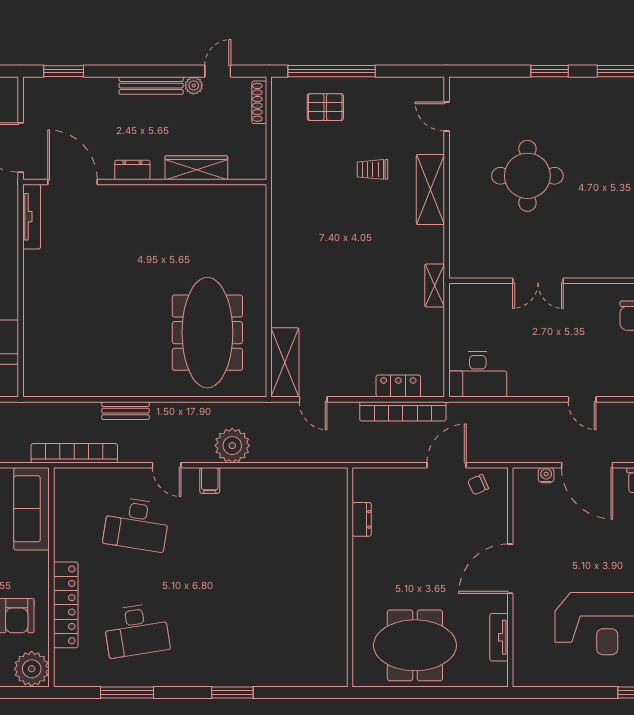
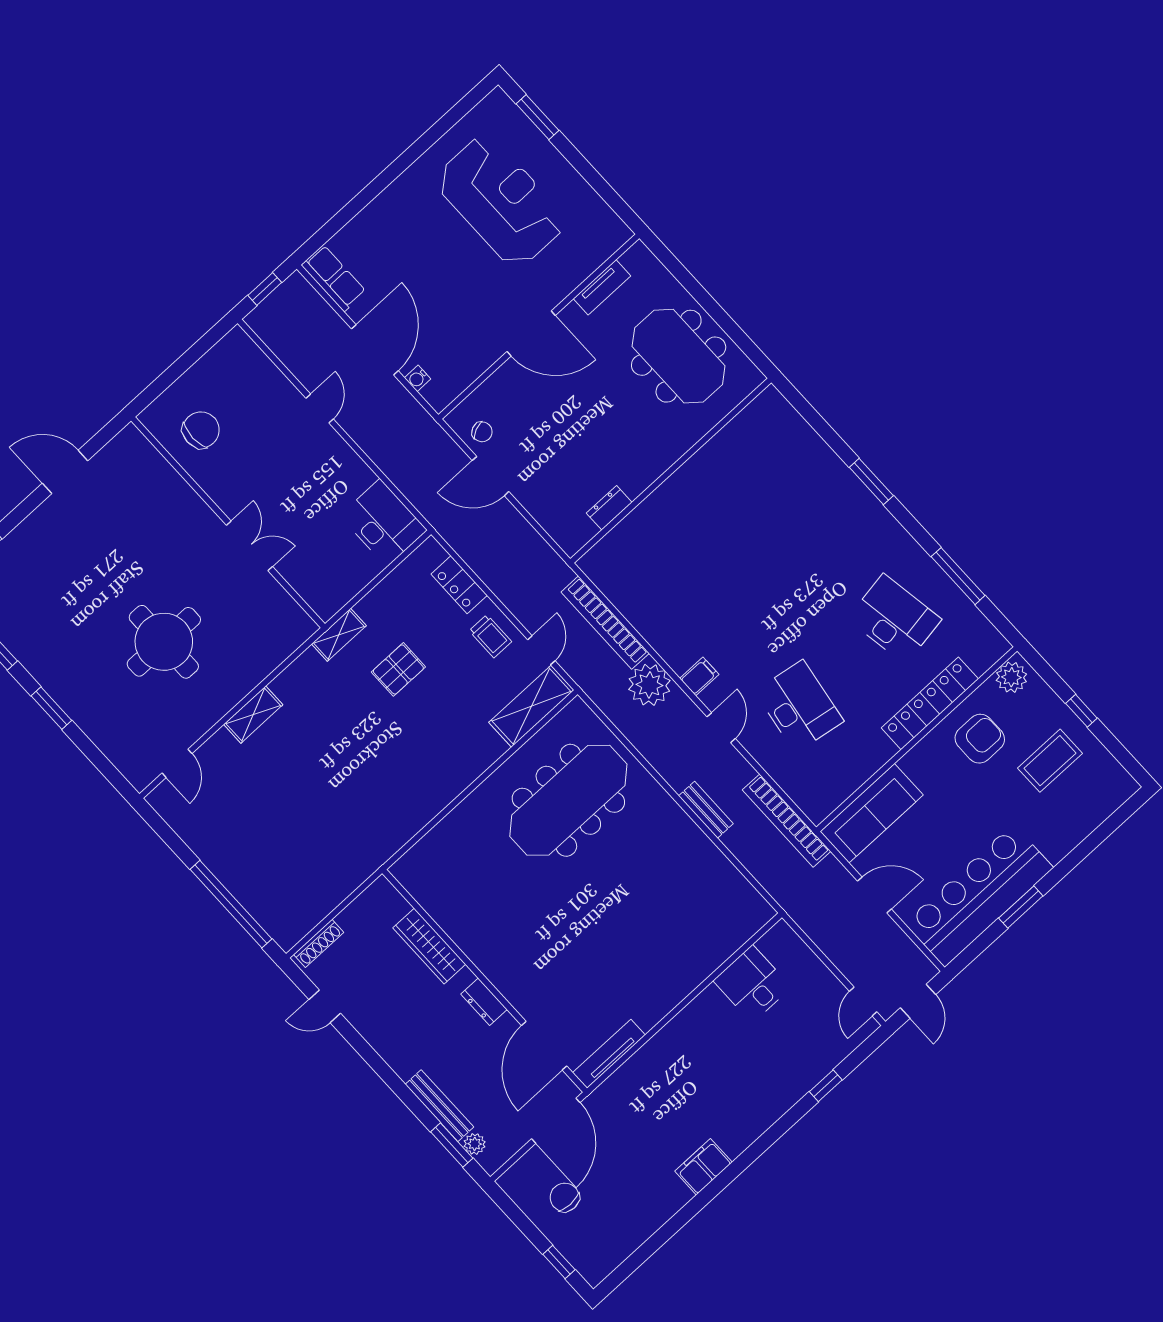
plant: (194, 85) -> (475, 1144), moved
bench: (151, 86) -> (440, 1106), moved
pallet: (325, 107) -> (398, 669), moved, turned 90
trolley: (373, 169) -> (490, 636), moved
shelving: (430, 190) -> (253, 715), width x0.67, depth x0.75
bookcase: (403, 411) -> (605, 623), moved, turned 180
plant: (32, 669) -> (1011, 677), width x0.73, depth x0.73

